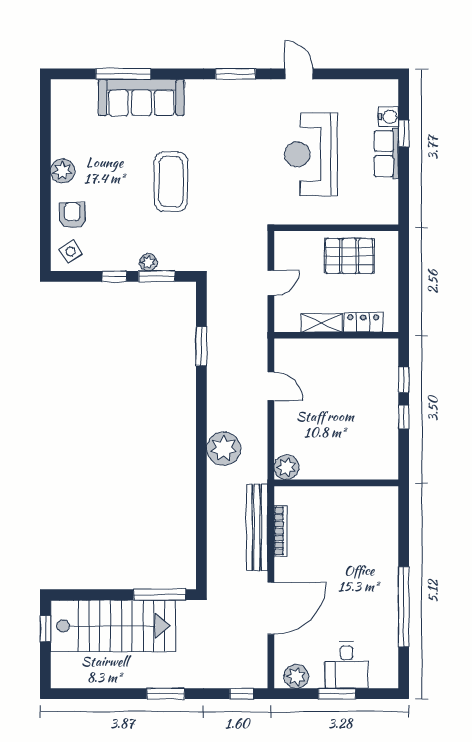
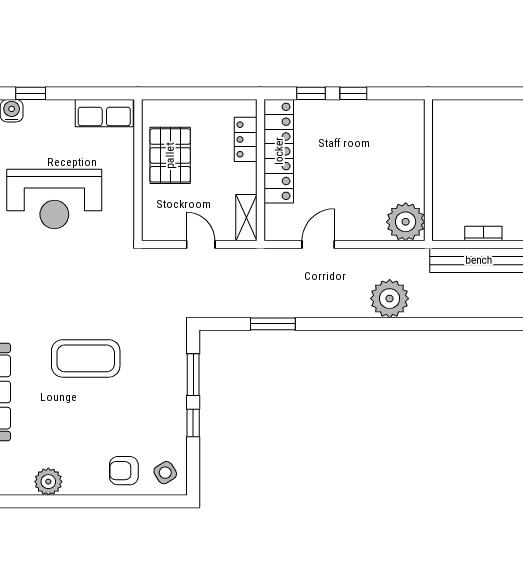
row of seats: (386, 154) -> (104, 113), moved
plant: (63, 171) -> (48, 482), moved
plant: (148, 262) -> (177, 384), removed
shelving: (322, 323) -> (246, 218), moved
locker: (353, 351) -> (279, 151), added
plant: (286, 467) -> (406, 222), width x1.36, depth x1.36
bookcase: (281, 531) -> (483, 234), width x0.64

